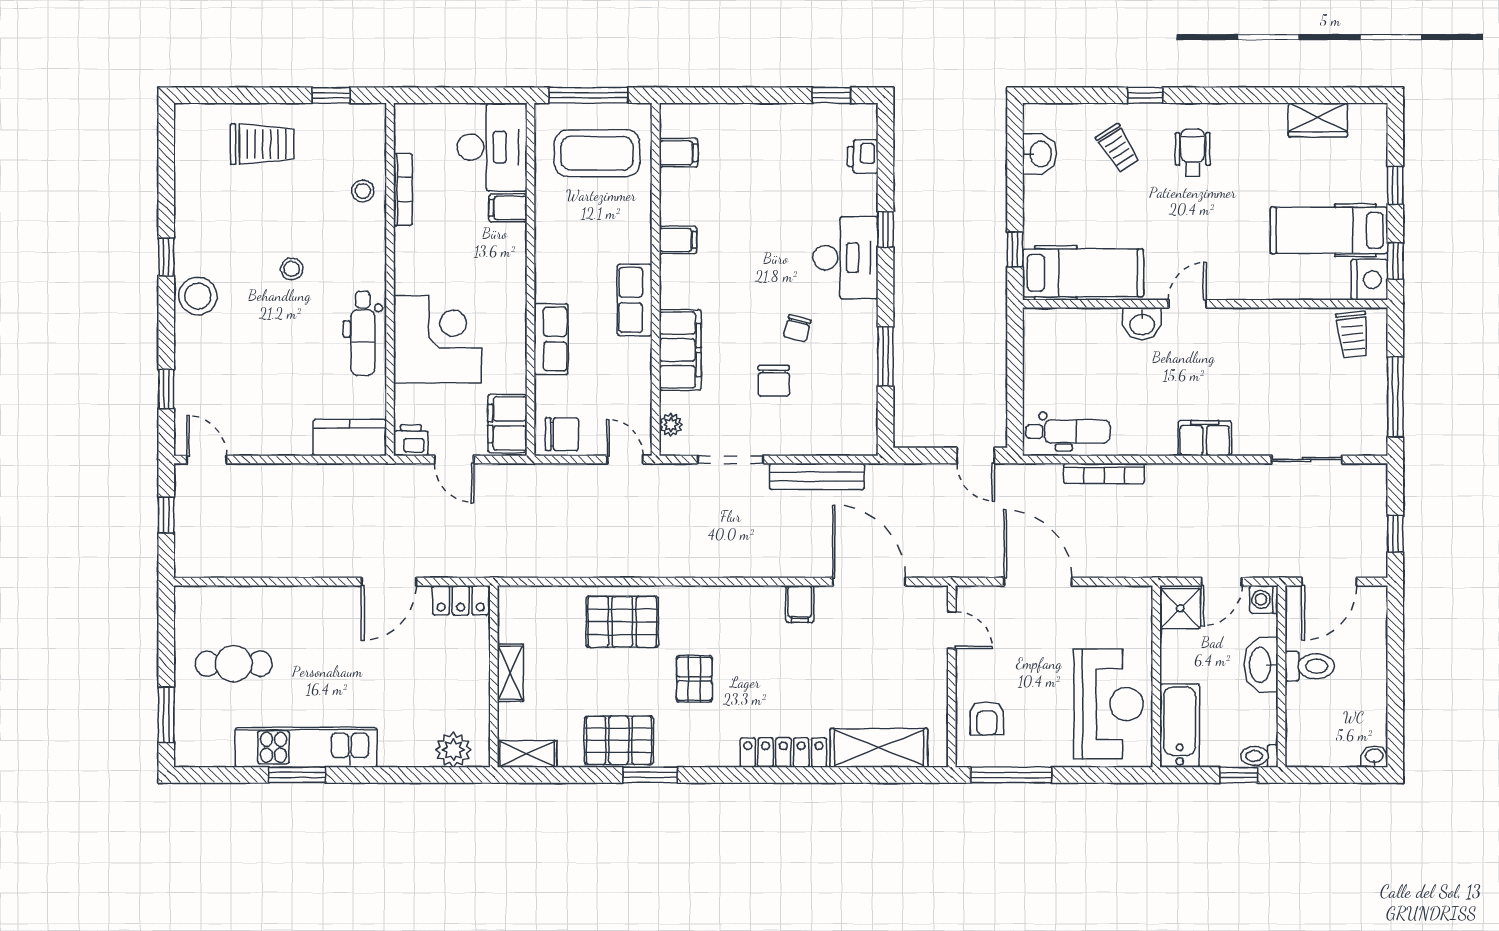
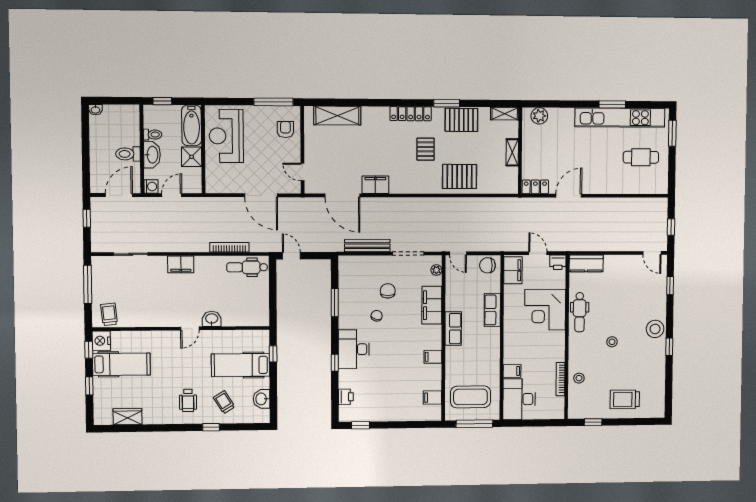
hospital bed: (1083, 273) -> (241, 365), moved
dental chair: (363, 333) -> (580, 312), turned 180
filing cabinet: (800, 604) -> (375, 185), width x2.00
shower: (1180, 608) -> (192, 157), moved
kitchen unit: (306, 747) -> (620, 118), width x1.36
locker: (783, 753) -> (411, 114), moved
toilet: (1259, 756) -> (153, 135), moved

